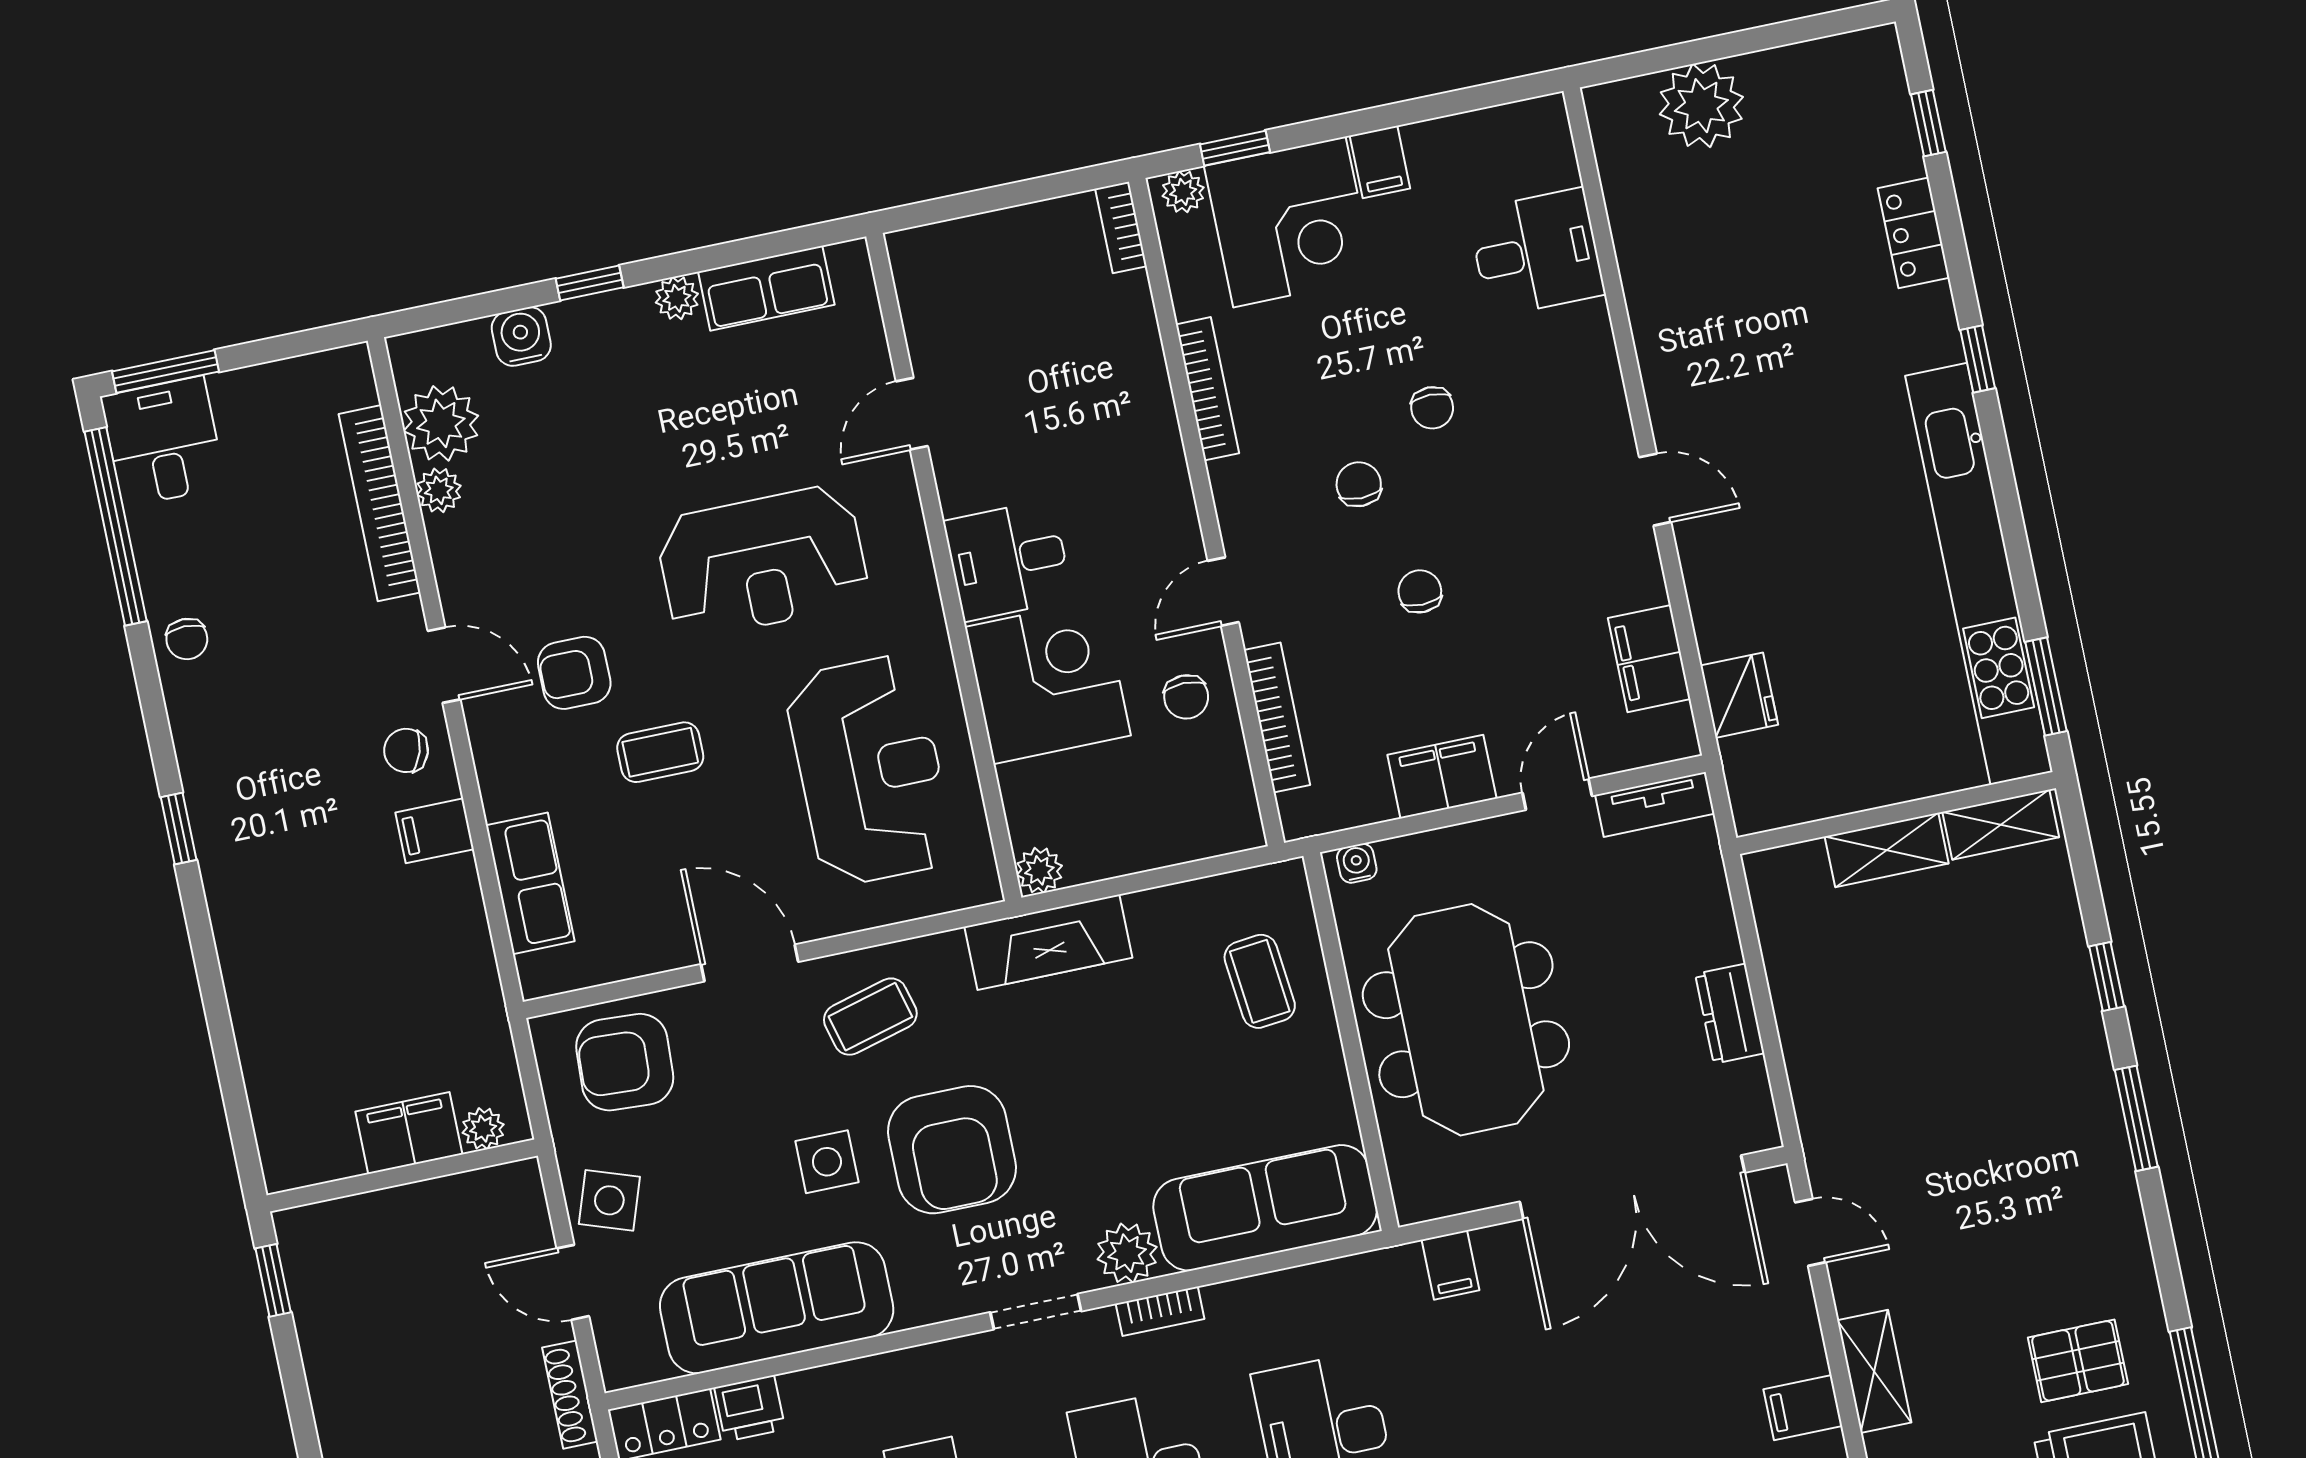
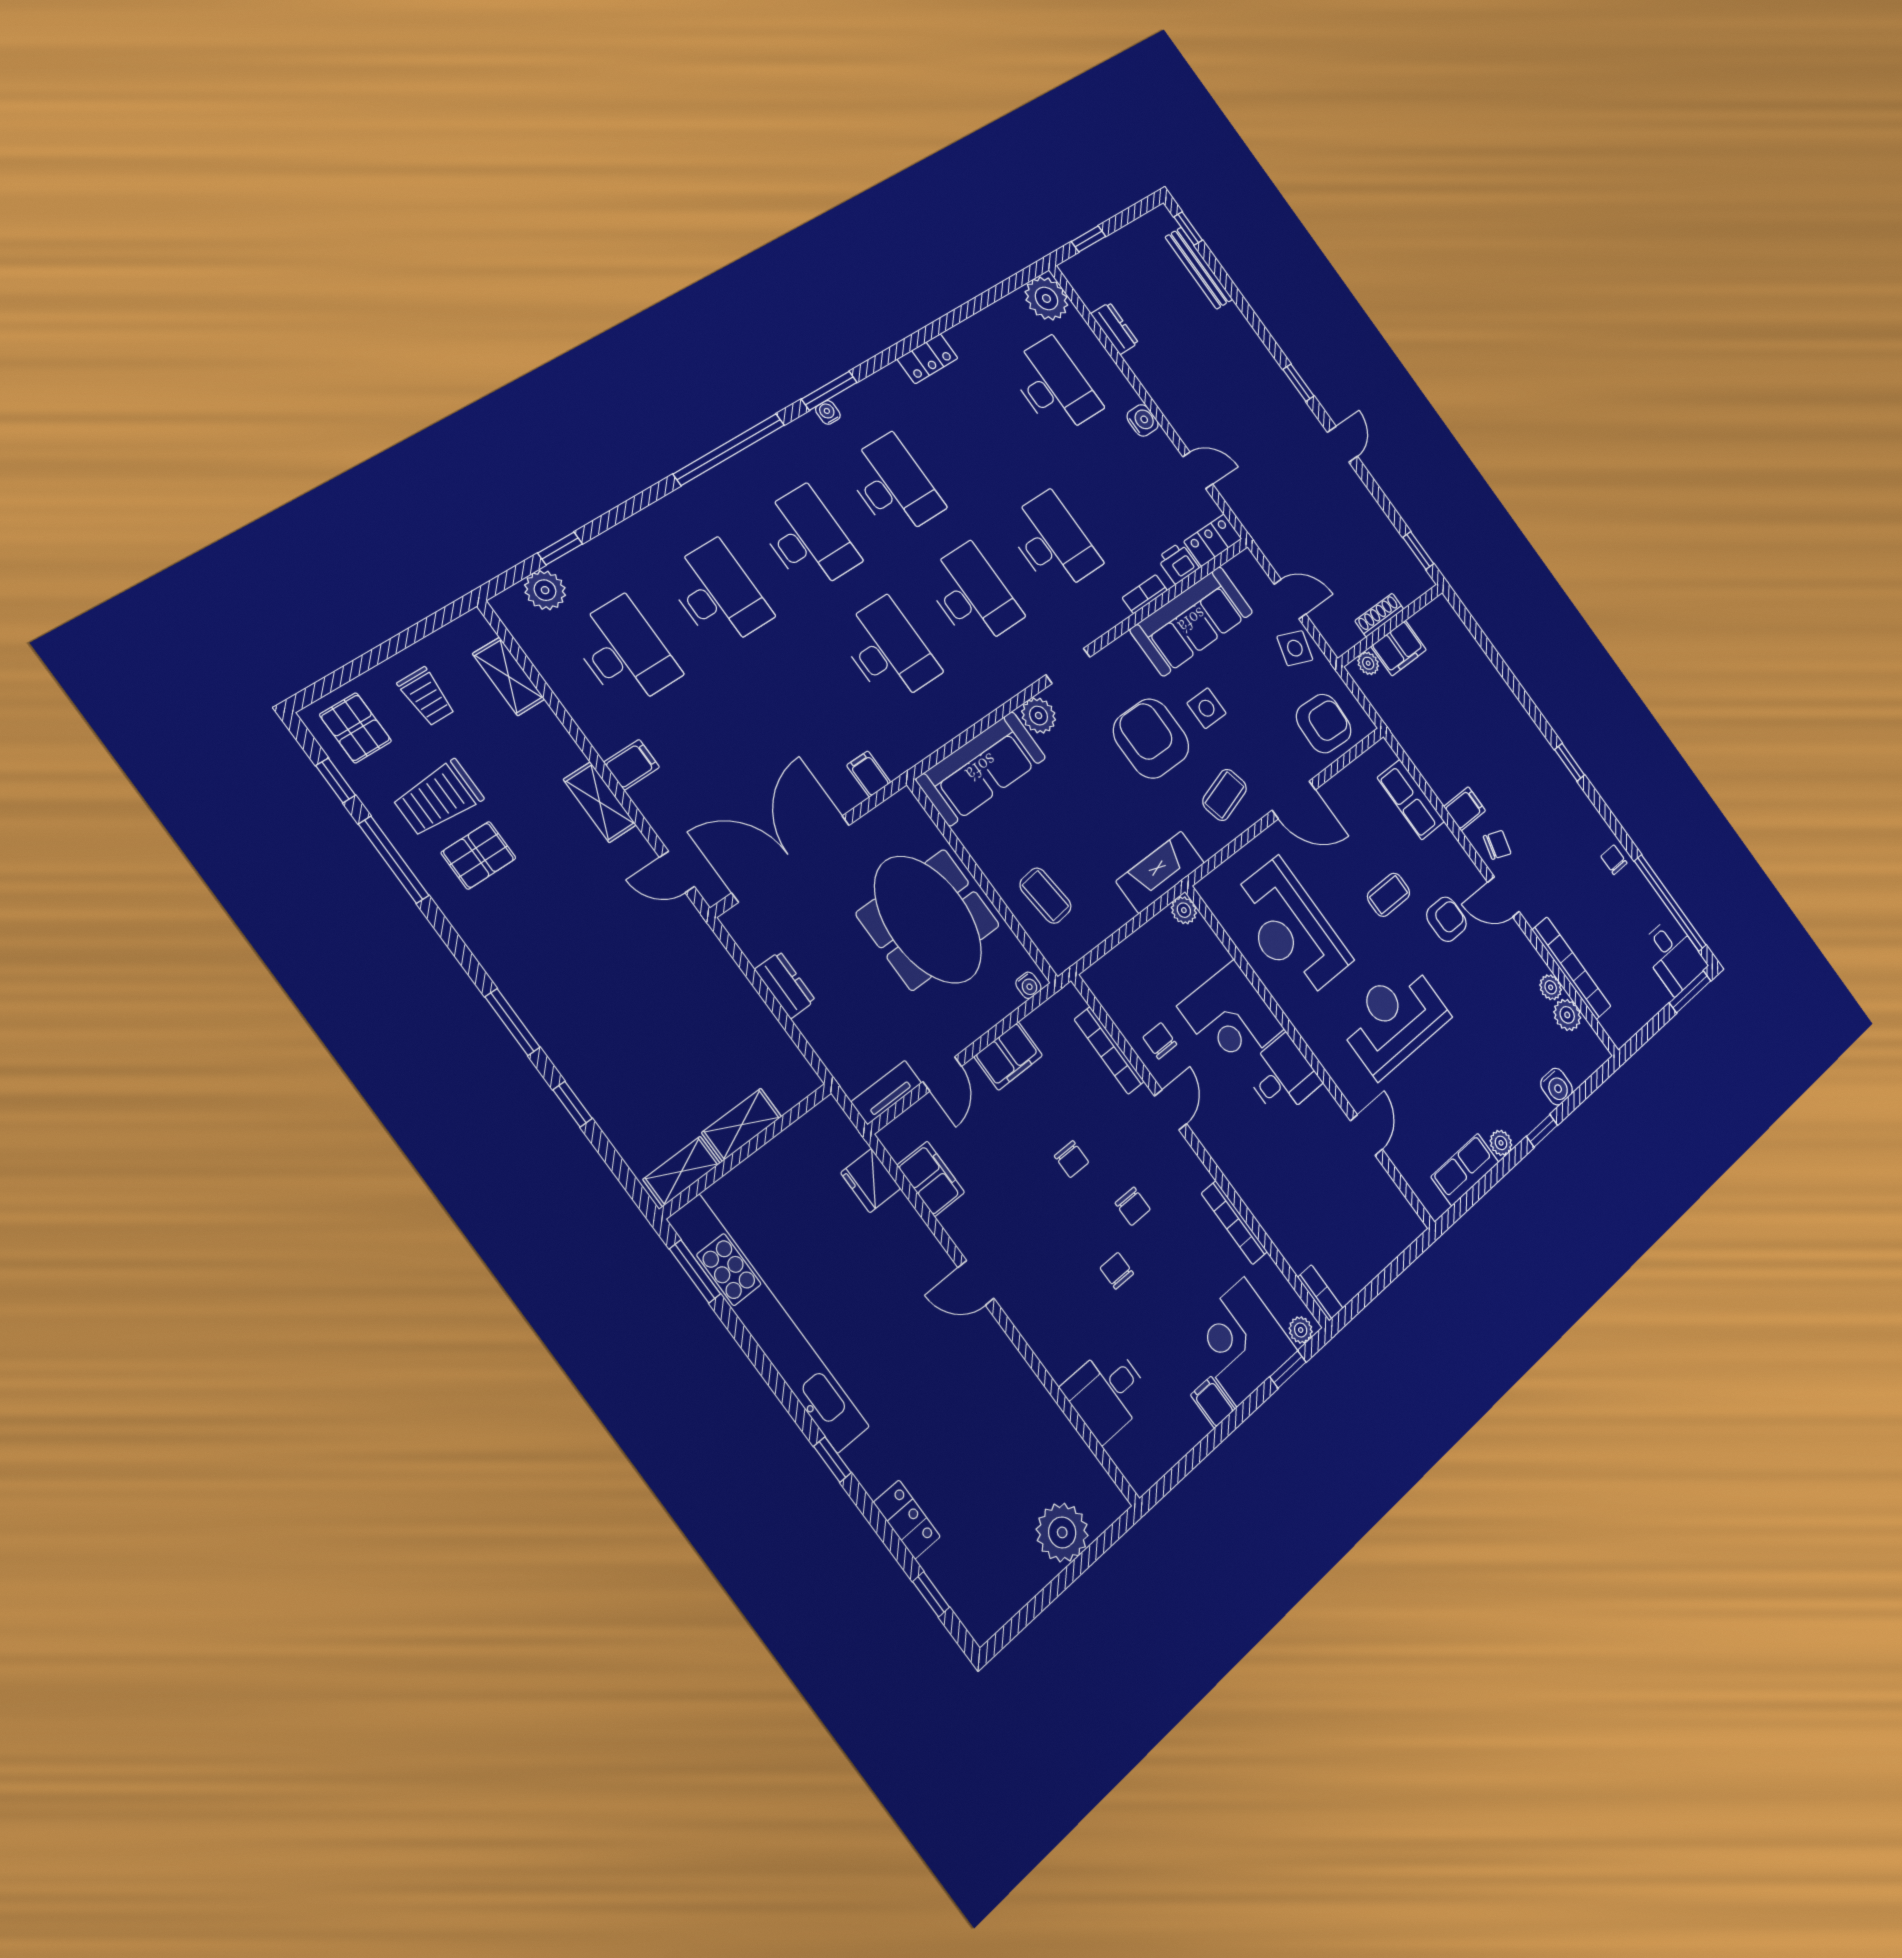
plant: (441, 423) -> (1567, 1015), width x0.73, depth x0.73
bookcase: (1160, 1311) -> (1145, 594), moved
shoe rack: (570, 1395) -> (1379, 615), moved, turned -90

